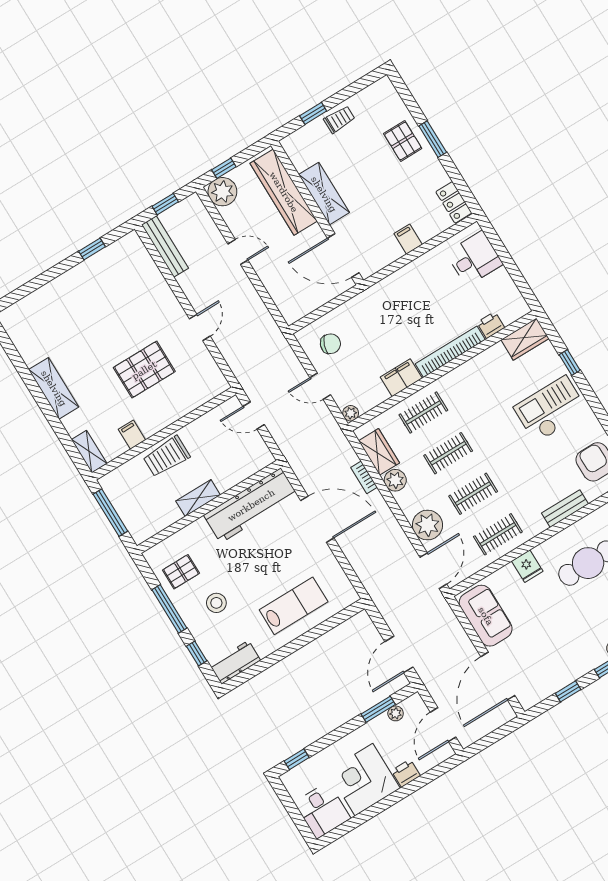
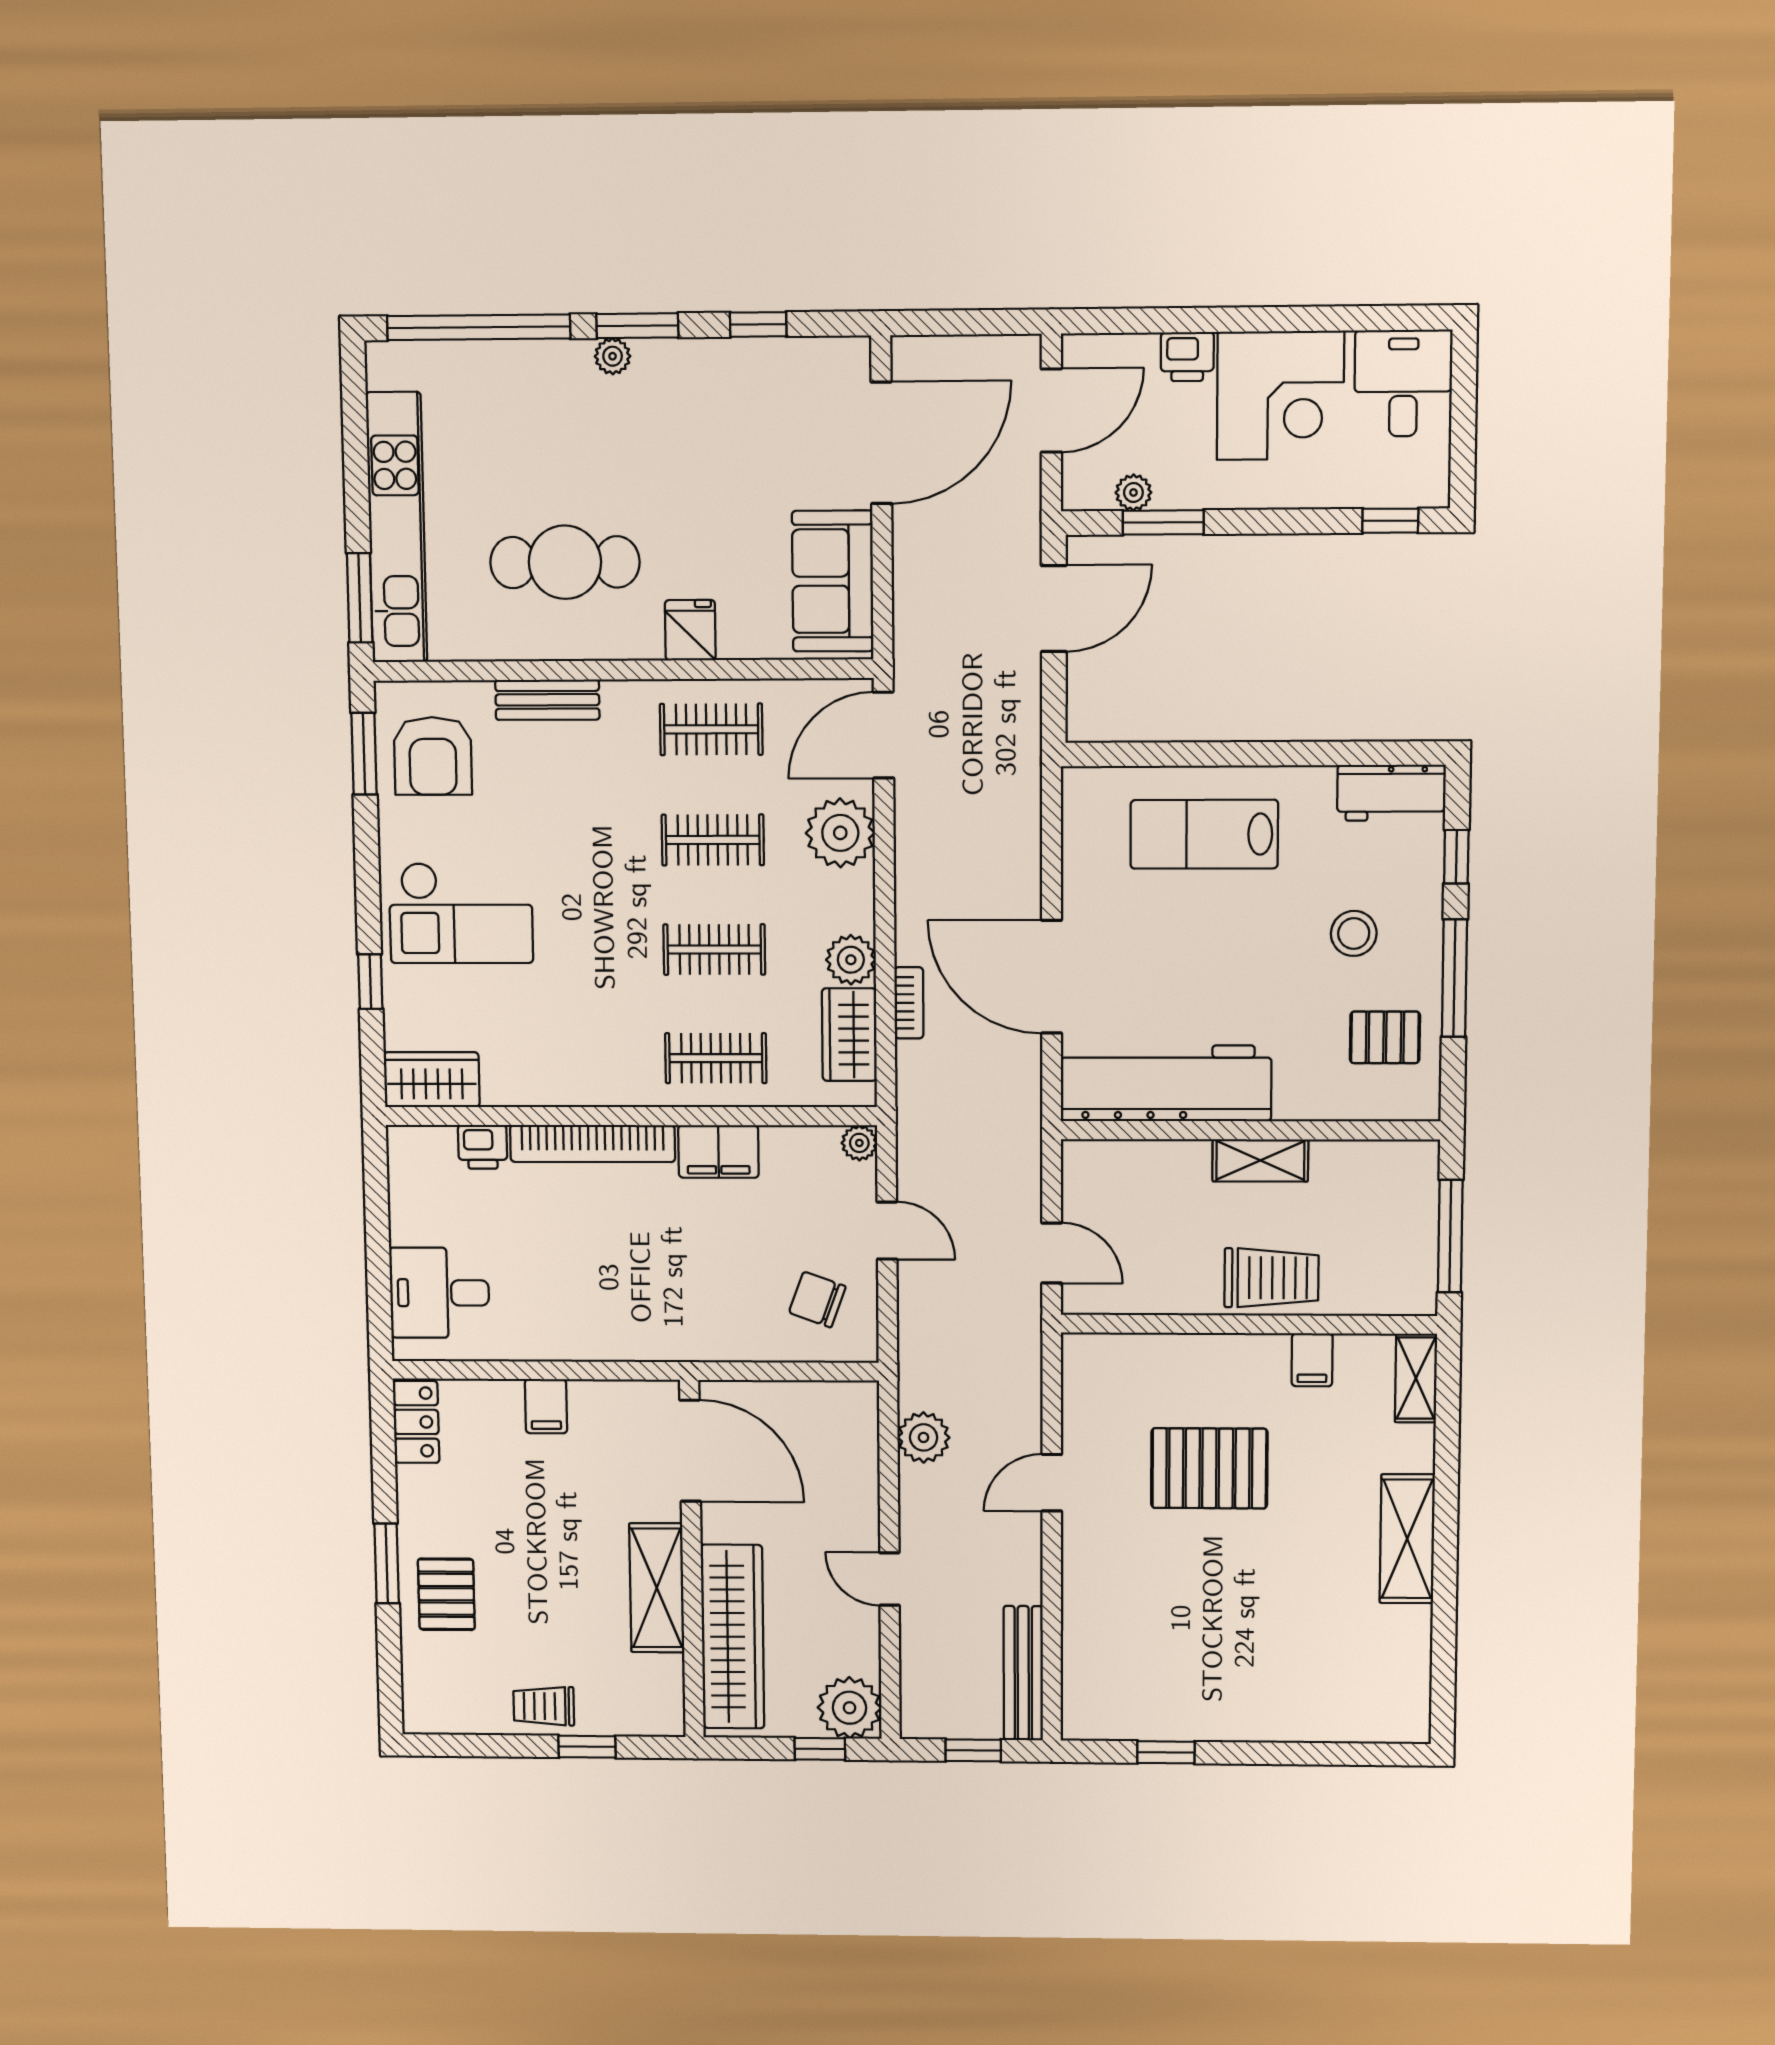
plant: (258, 315) -> (924, 1437), added

